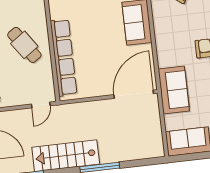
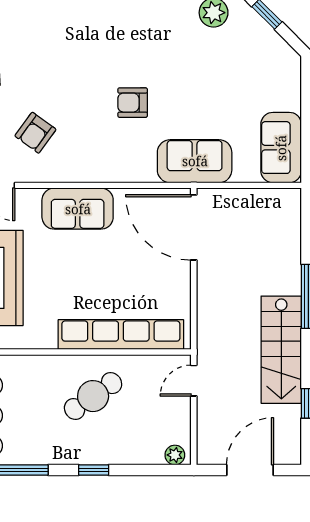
door: (41, 105) -> (194, 381), swing flipped

